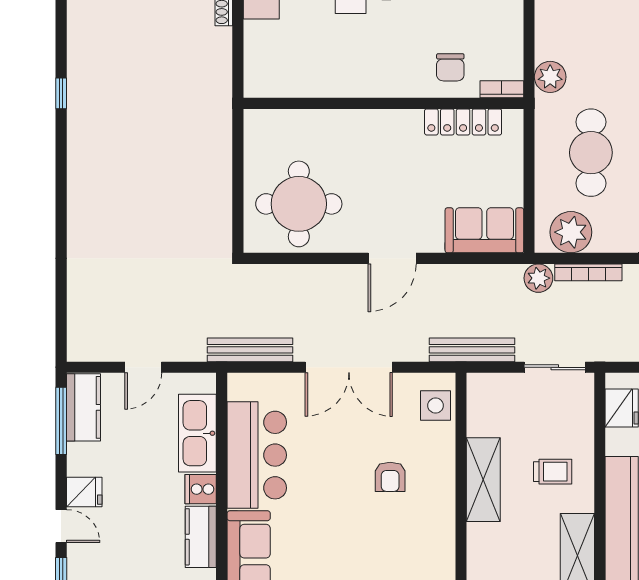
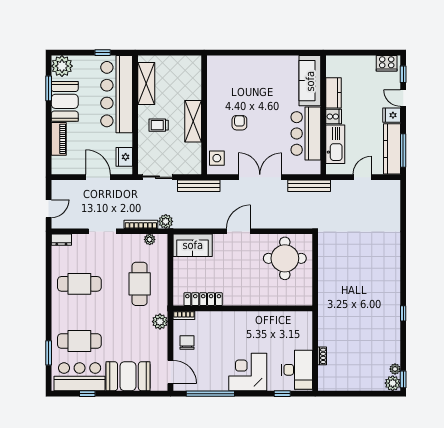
chair: (450, 67) -> (187, 343), moved
plant: (571, 232) -> (150, 239), width x0.53, depth x0.53
kitchen counter: (83, 407) -> (392, 149), width x1.50

